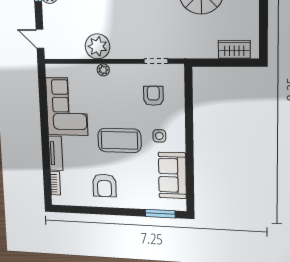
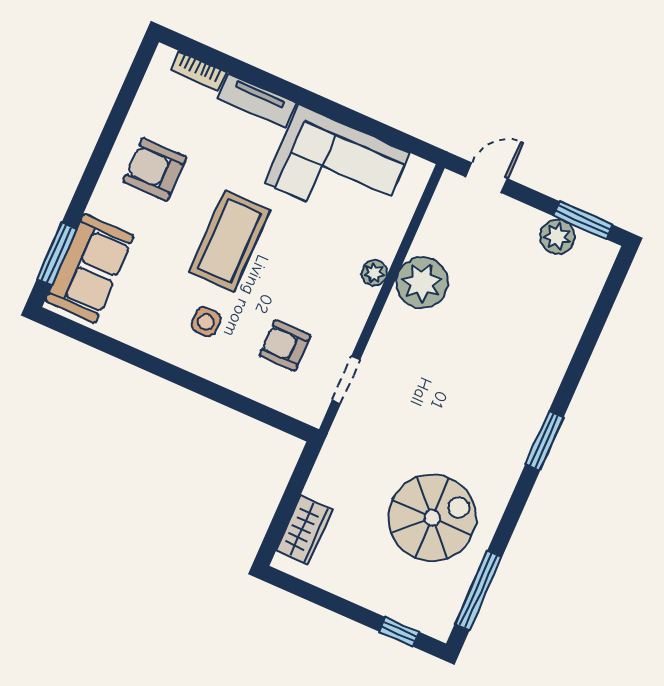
armchair: (153, 96) -> (285, 345), turned 180
sofa: (172, 175) -> (90, 268), moved, turned 90

